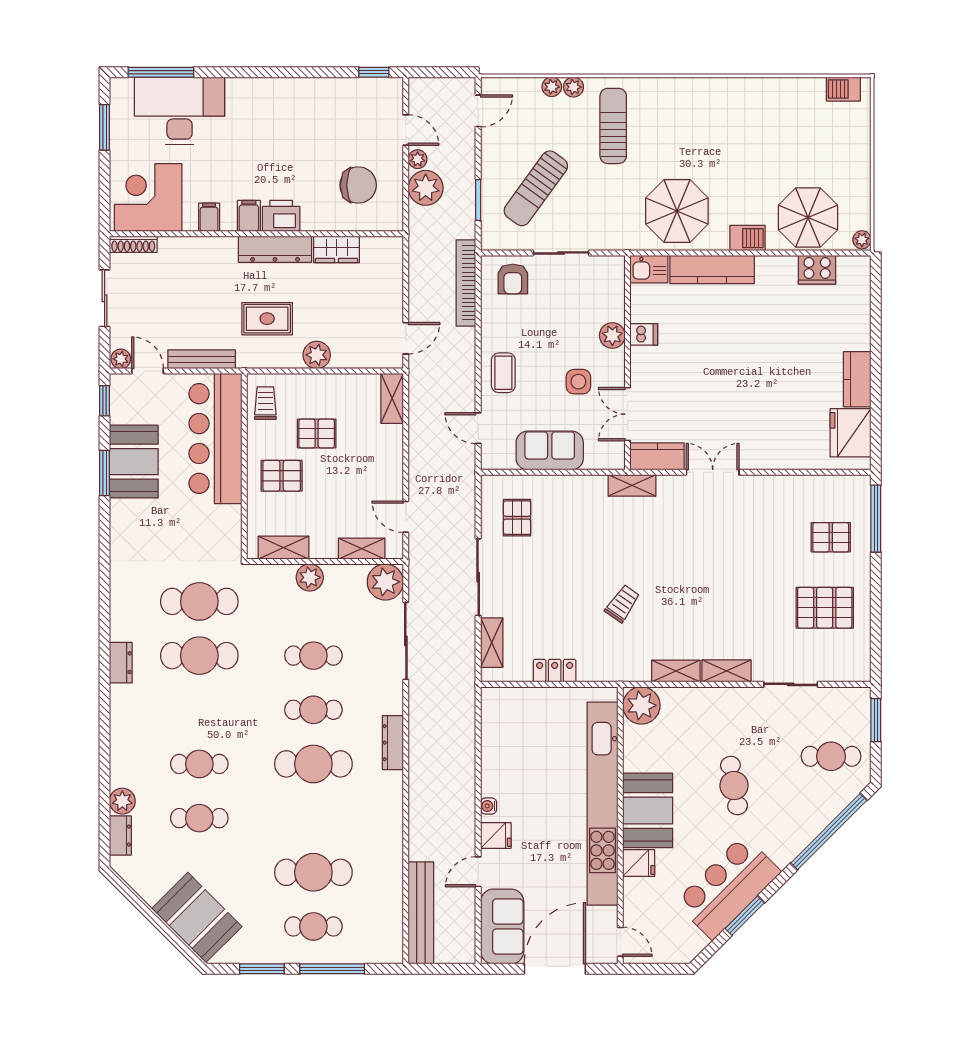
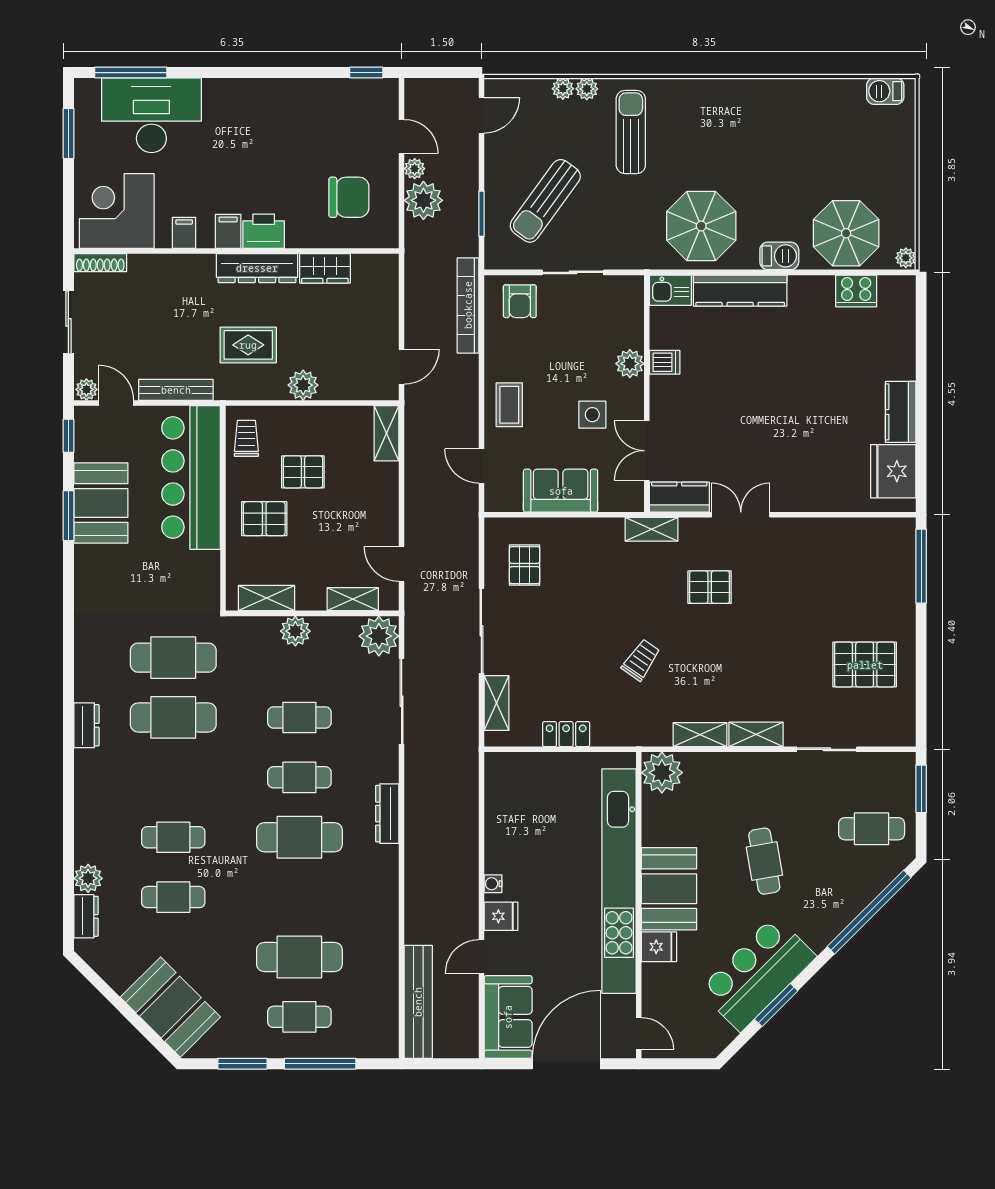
pallet: (831, 537) -> (710, 587), moved

